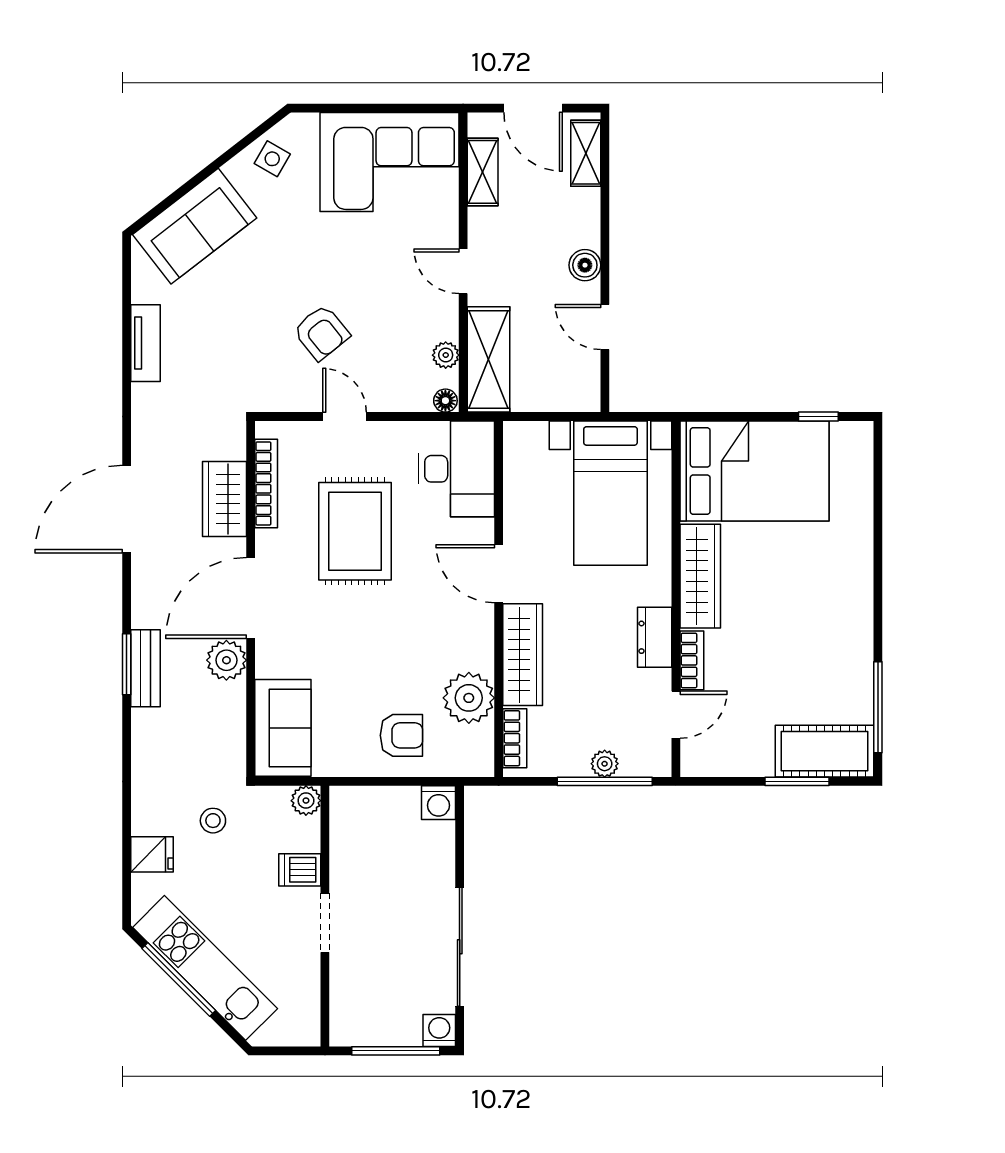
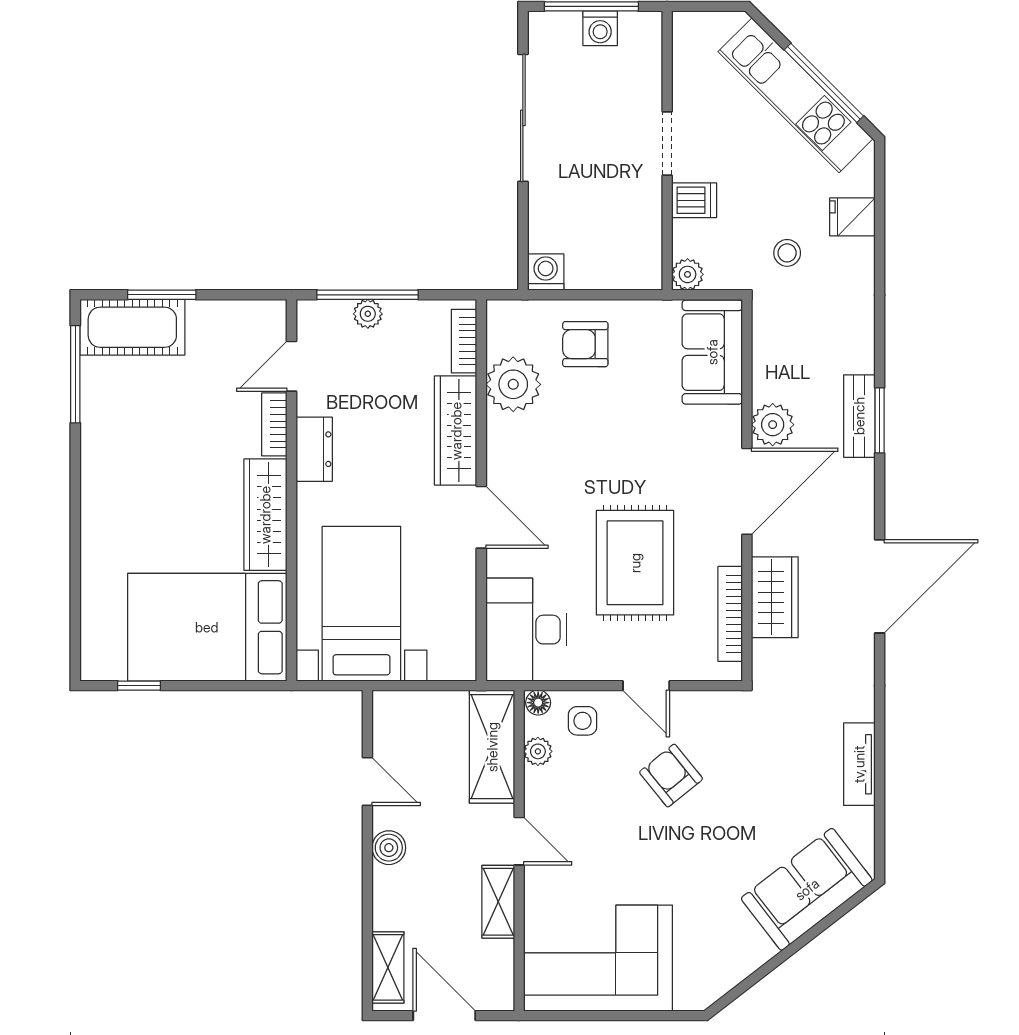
side table: (272, 159) -> (582, 721), moved, turned -30
shelving: (483, 172) -> (498, 902), moved
washing machine: (439, 1030) -> (600, 28), moved

